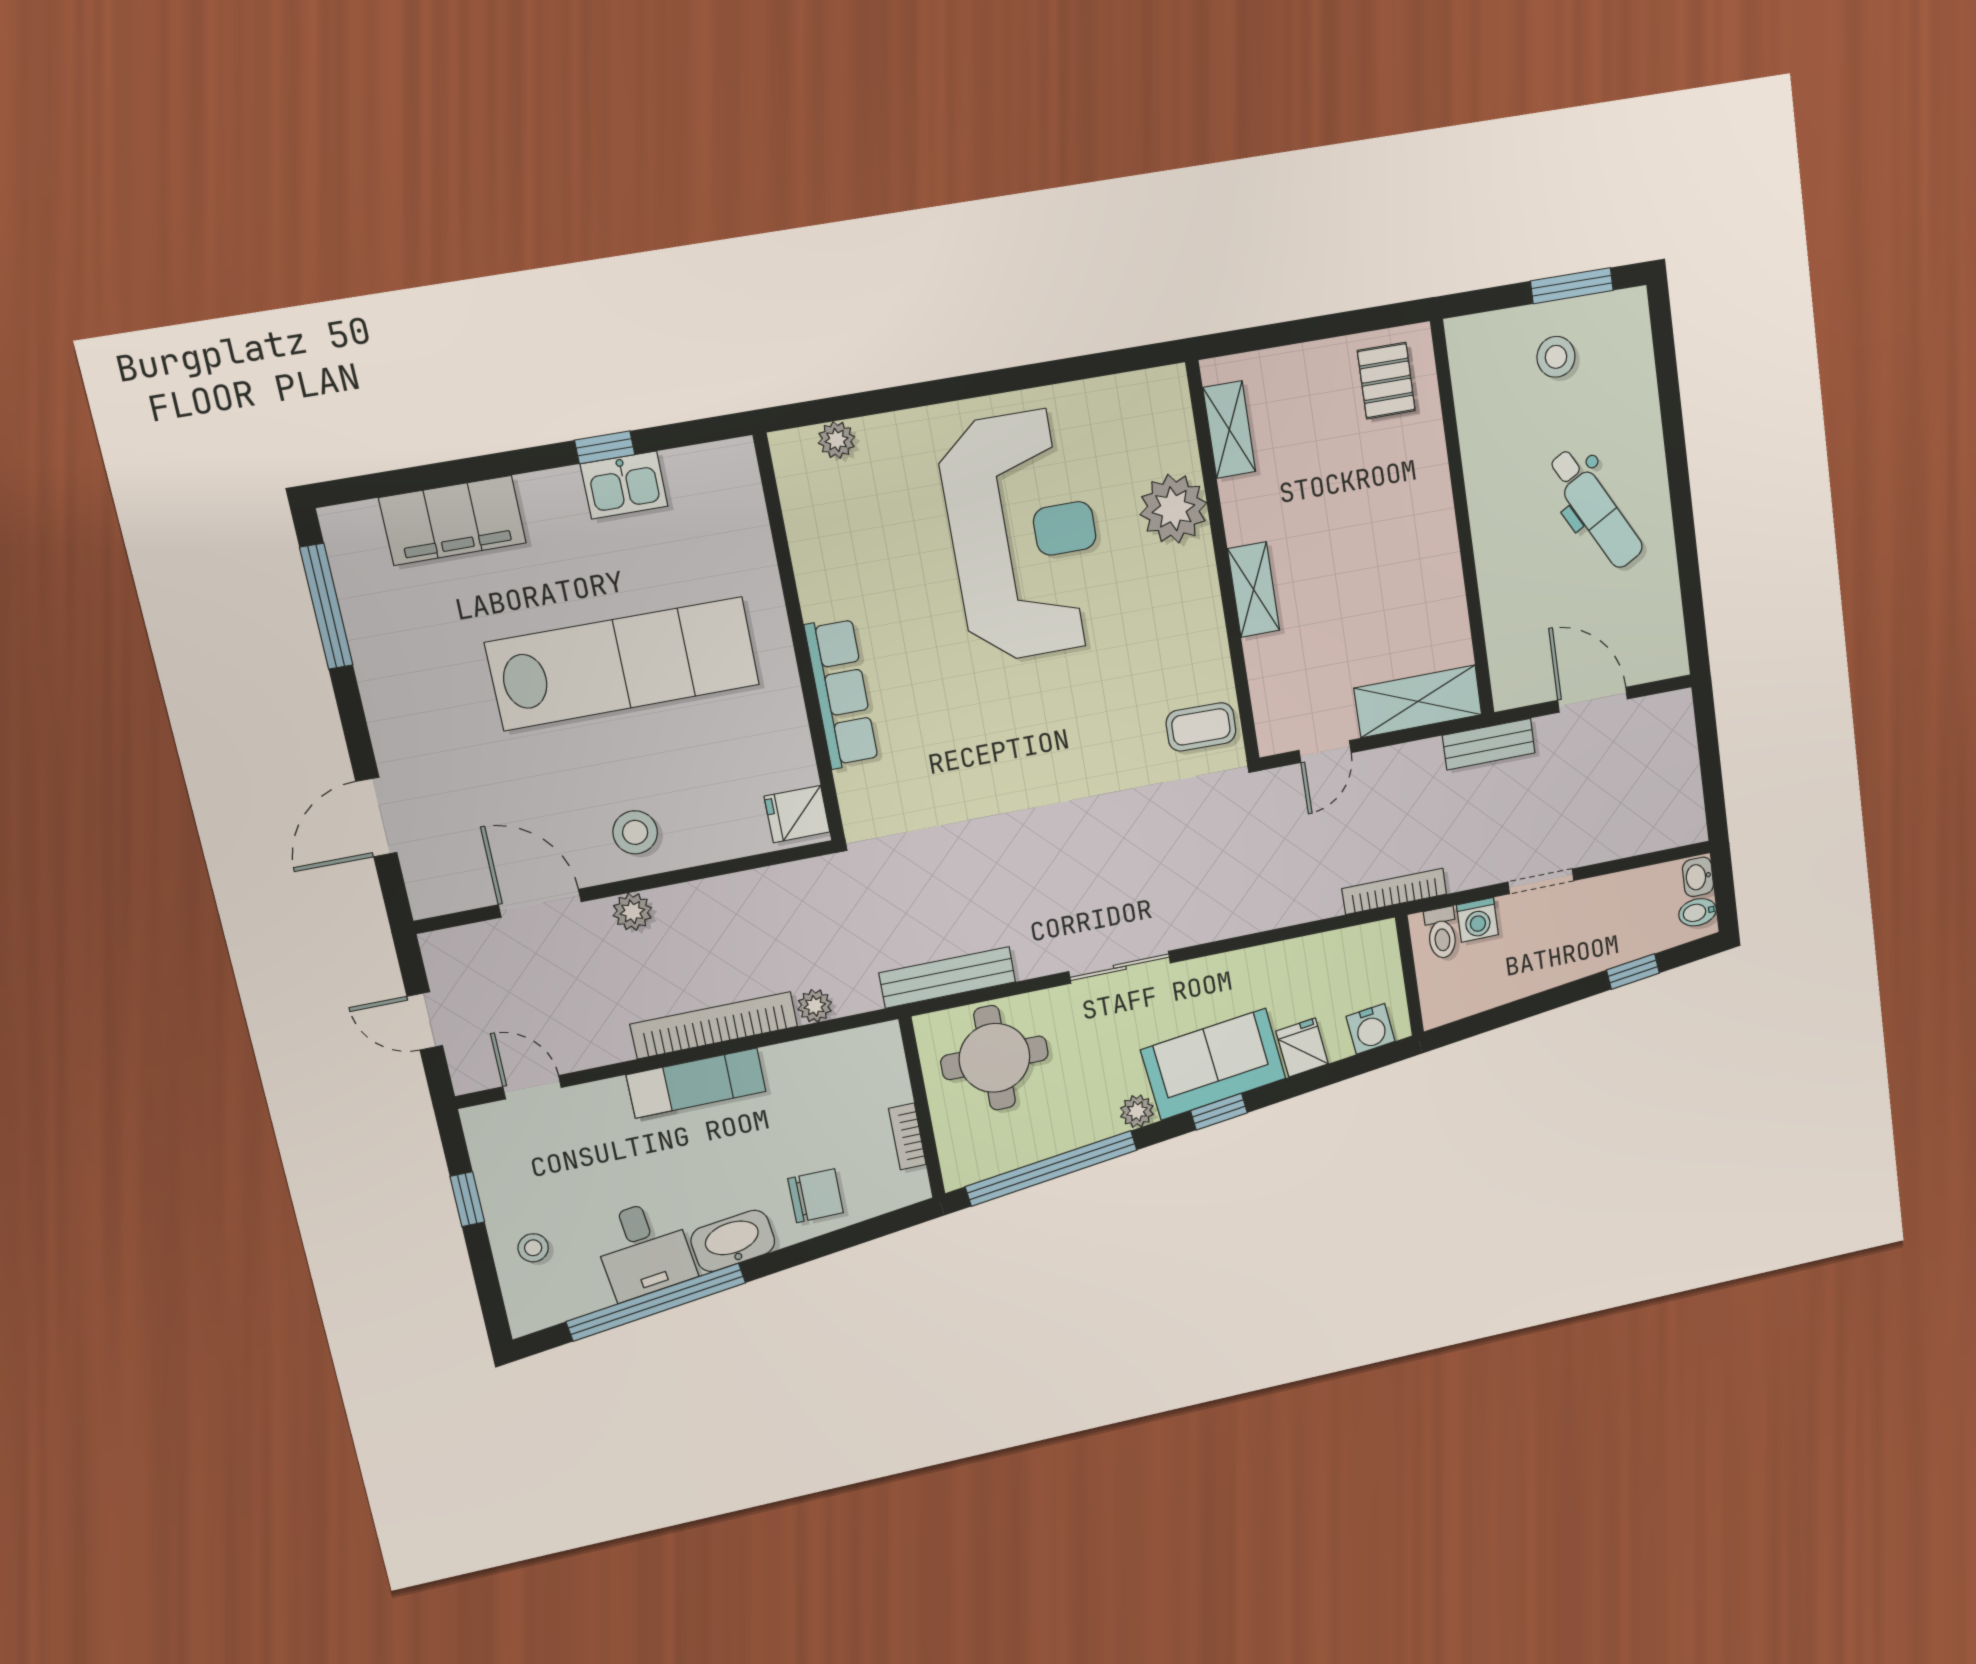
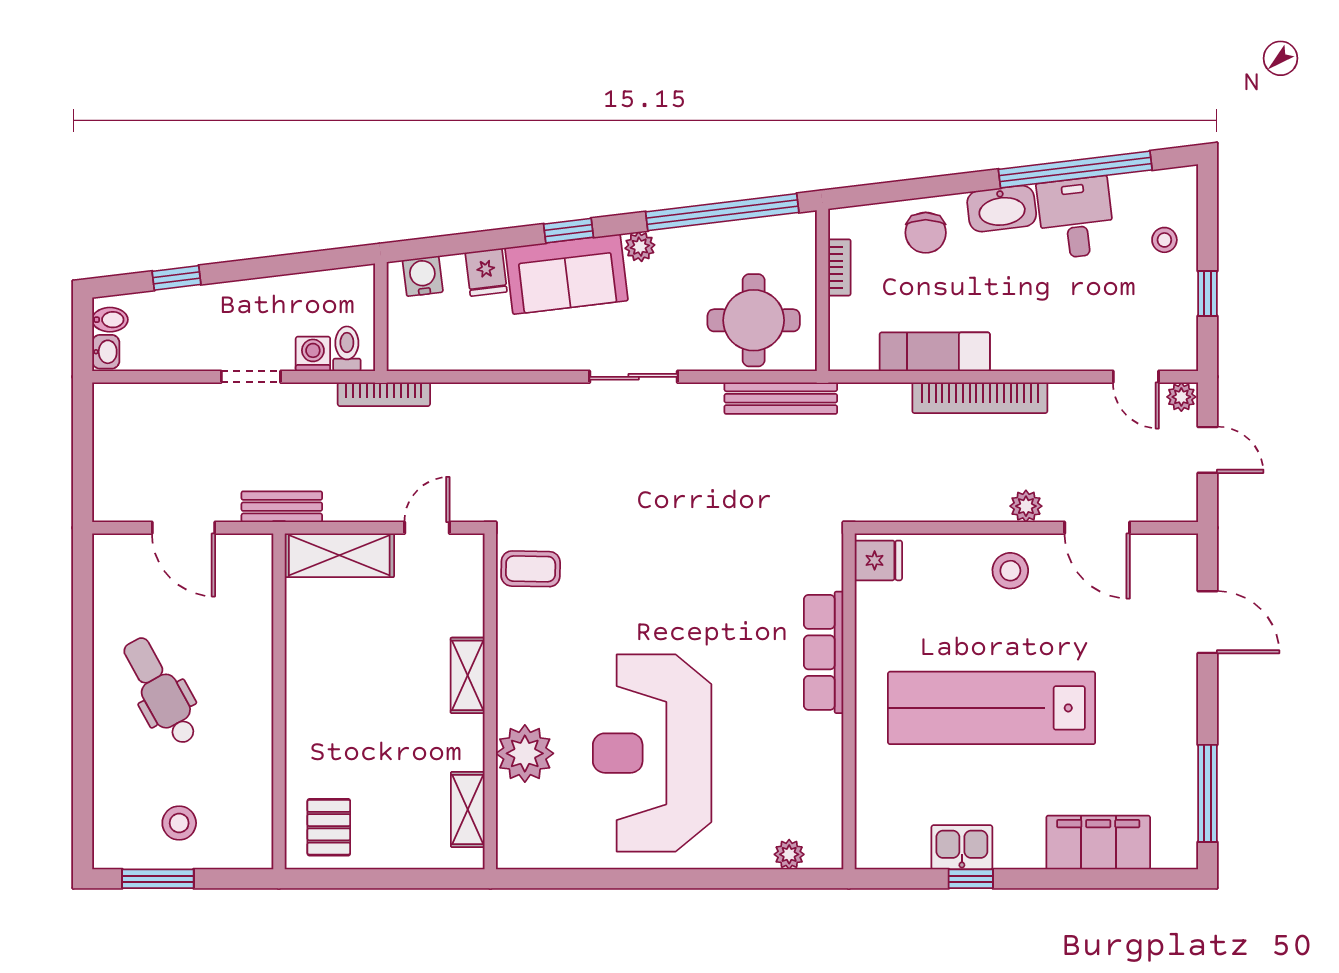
door: (376, 817) -> (1208, 622), hinge flipped
plant: (815, 1006) -> (1181, 397), moved
exam couch: (696, 1083) -> (935, 352), moved
chair: (816, 1196) -> (926, 233), turned -90

